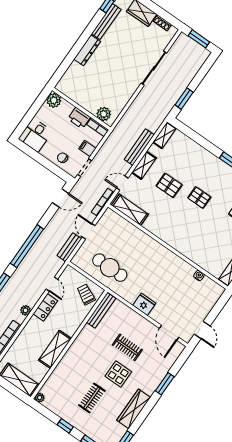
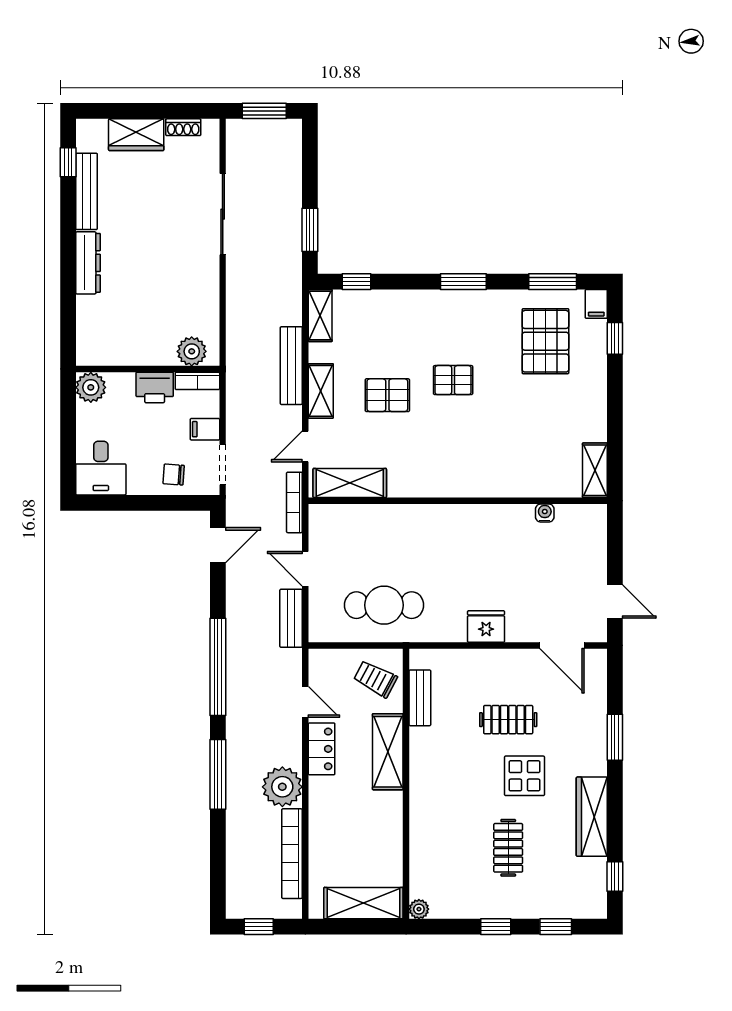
window: (188, 132) -> (356, 282), added
plant: (26, 310) -> (282, 787), width x1.87, depth x1.87
bench: (101, 310) -> (420, 698), width x0.73
shelving: (55, 349) -> (388, 752), moved

